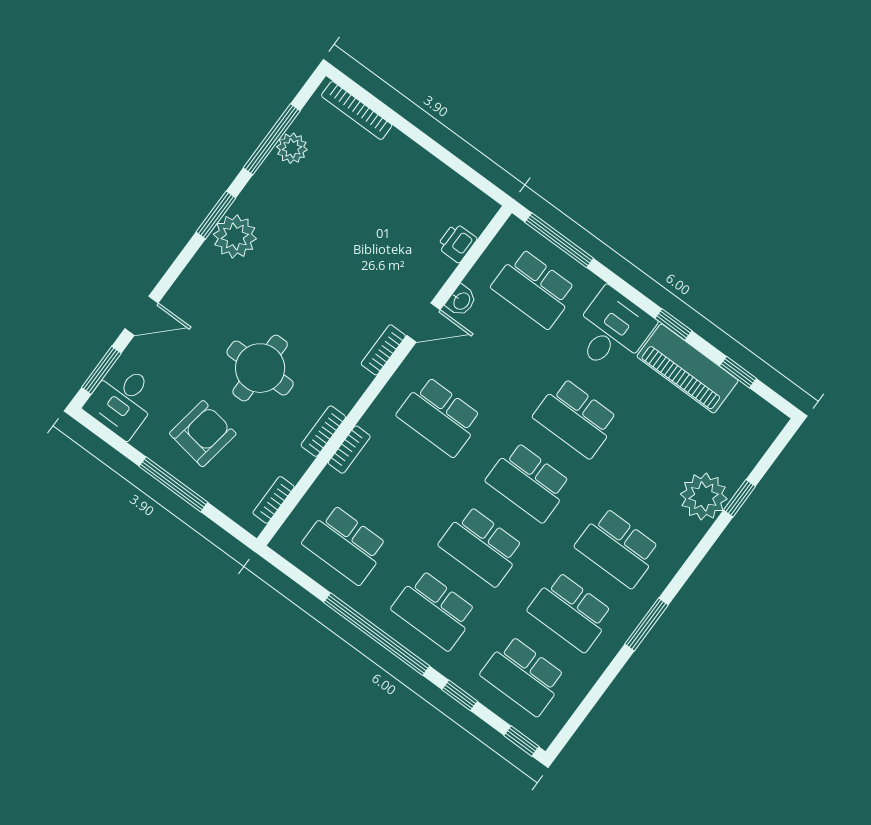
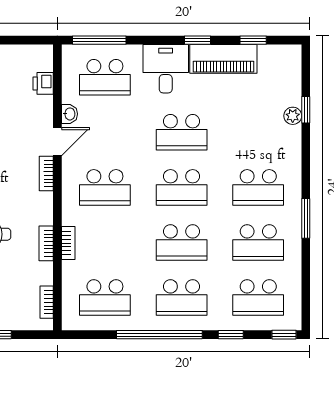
plant: (704, 496) -> (293, 116), width x0.53, depth x0.53

